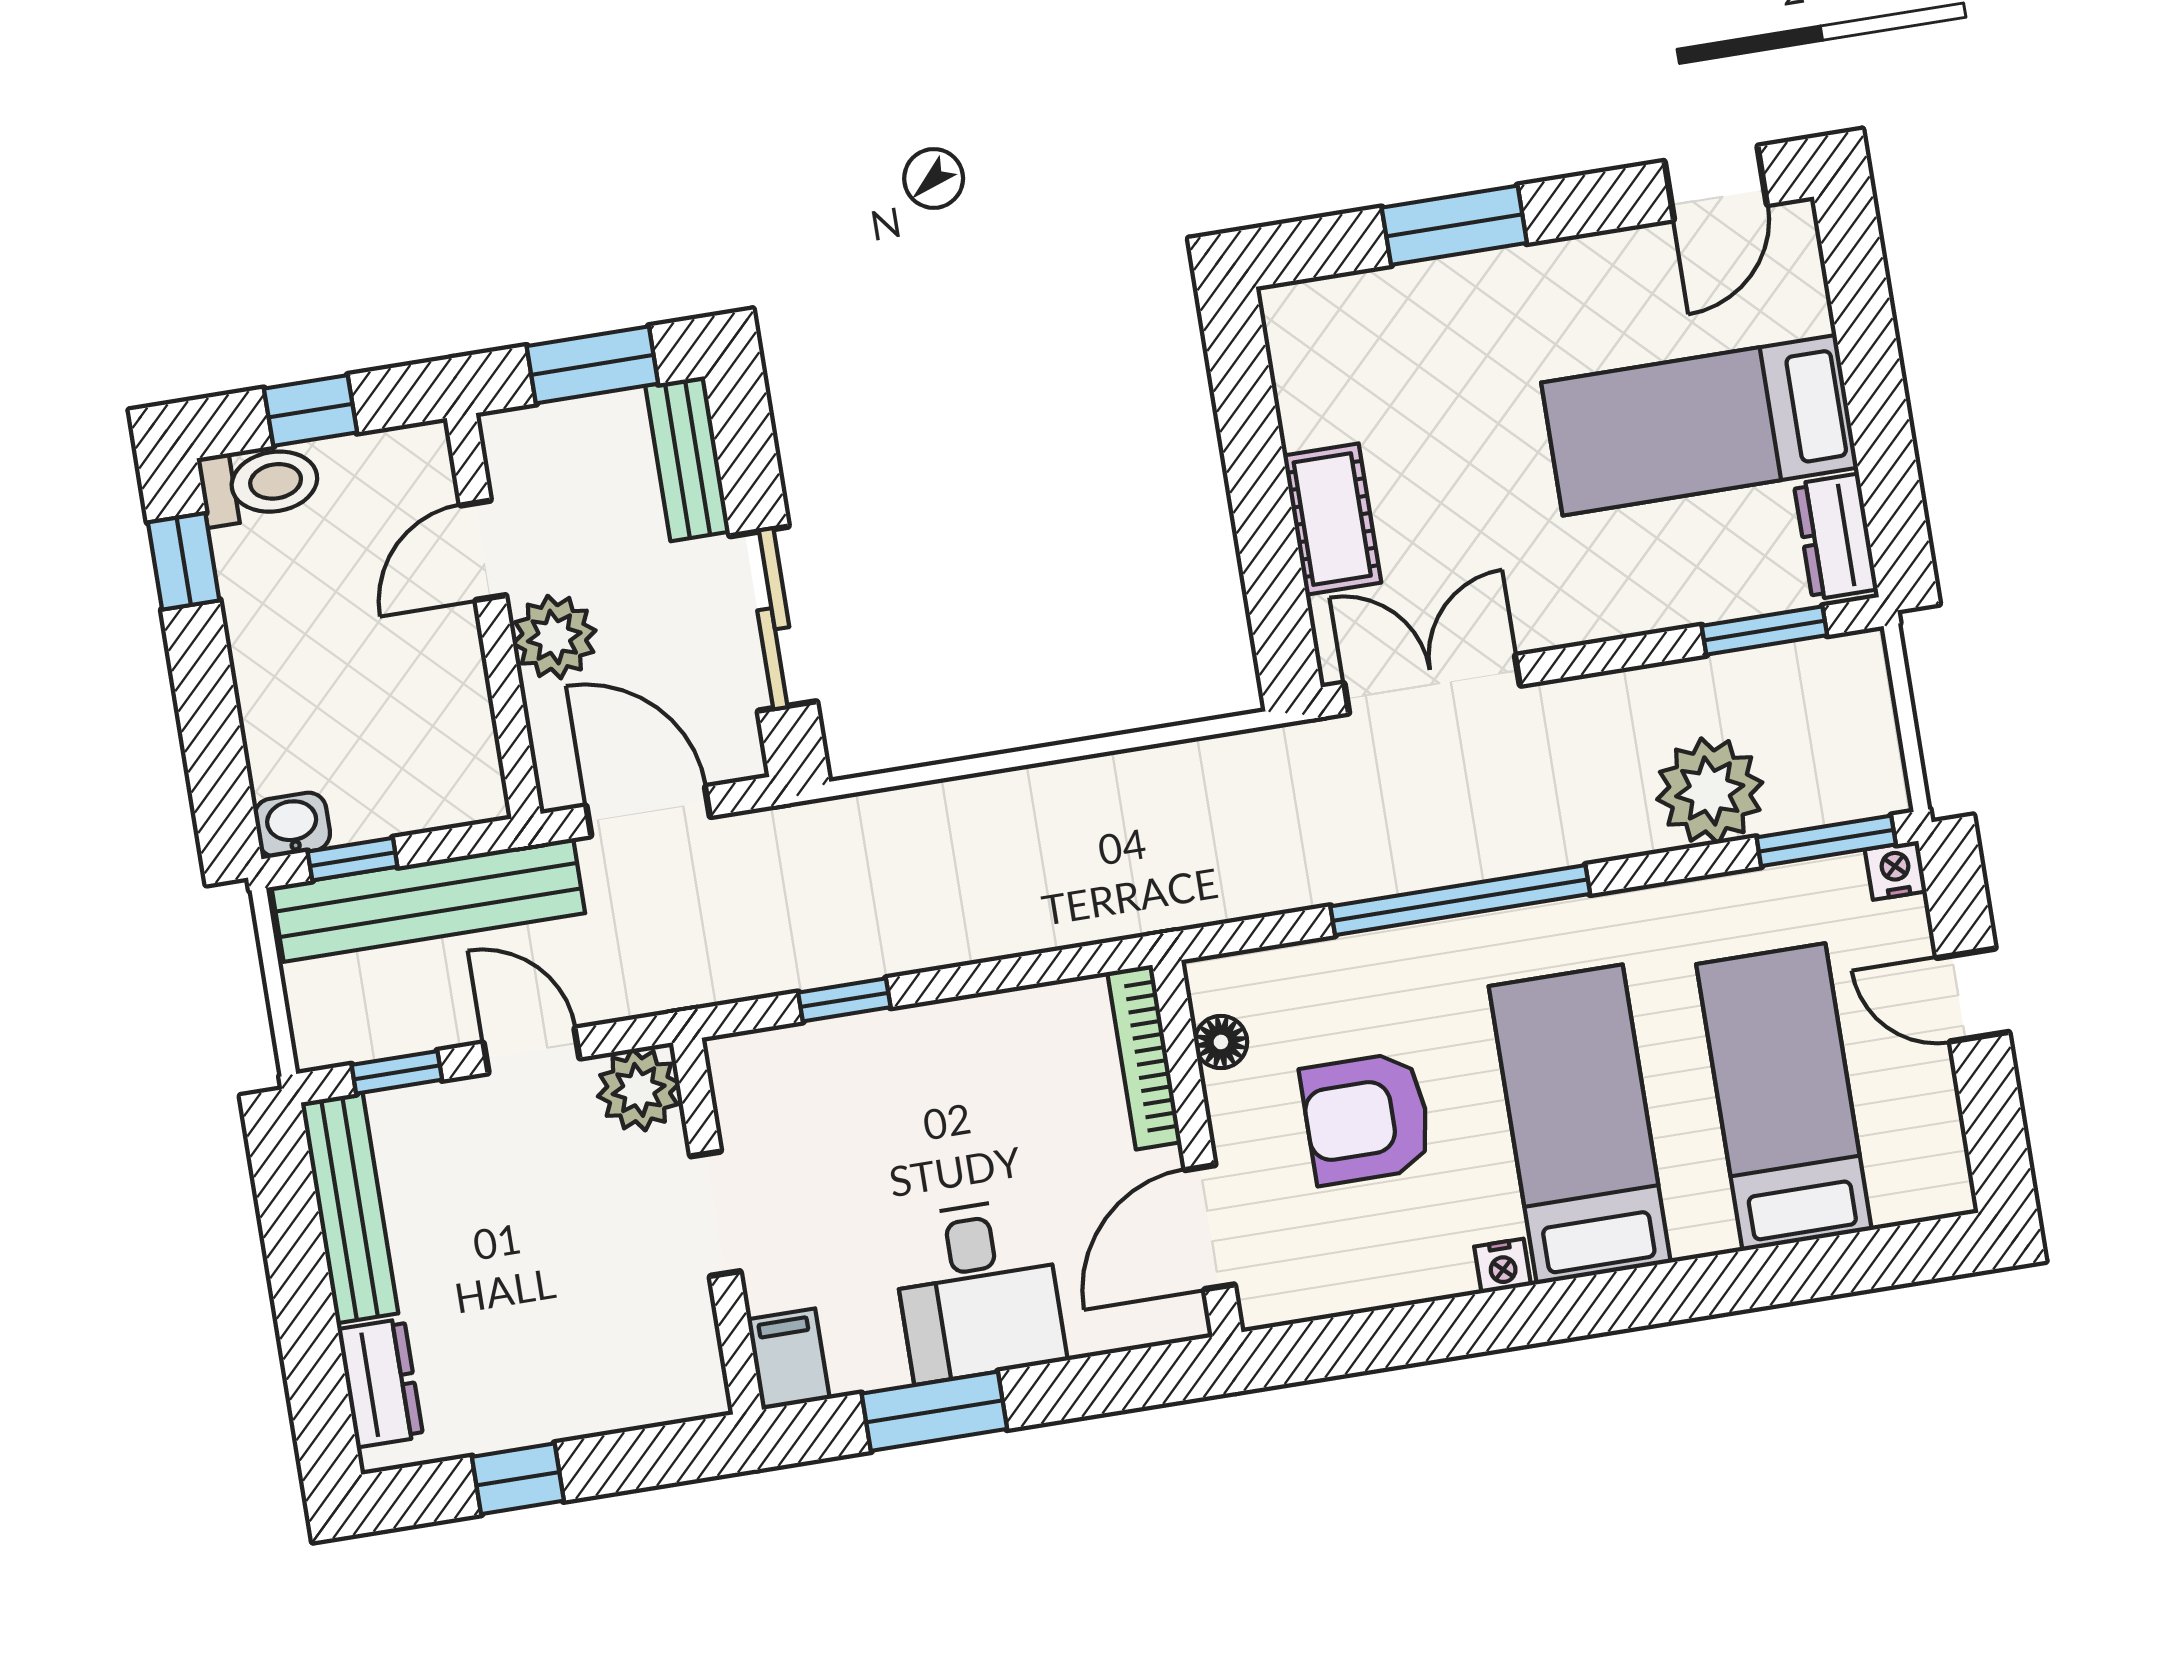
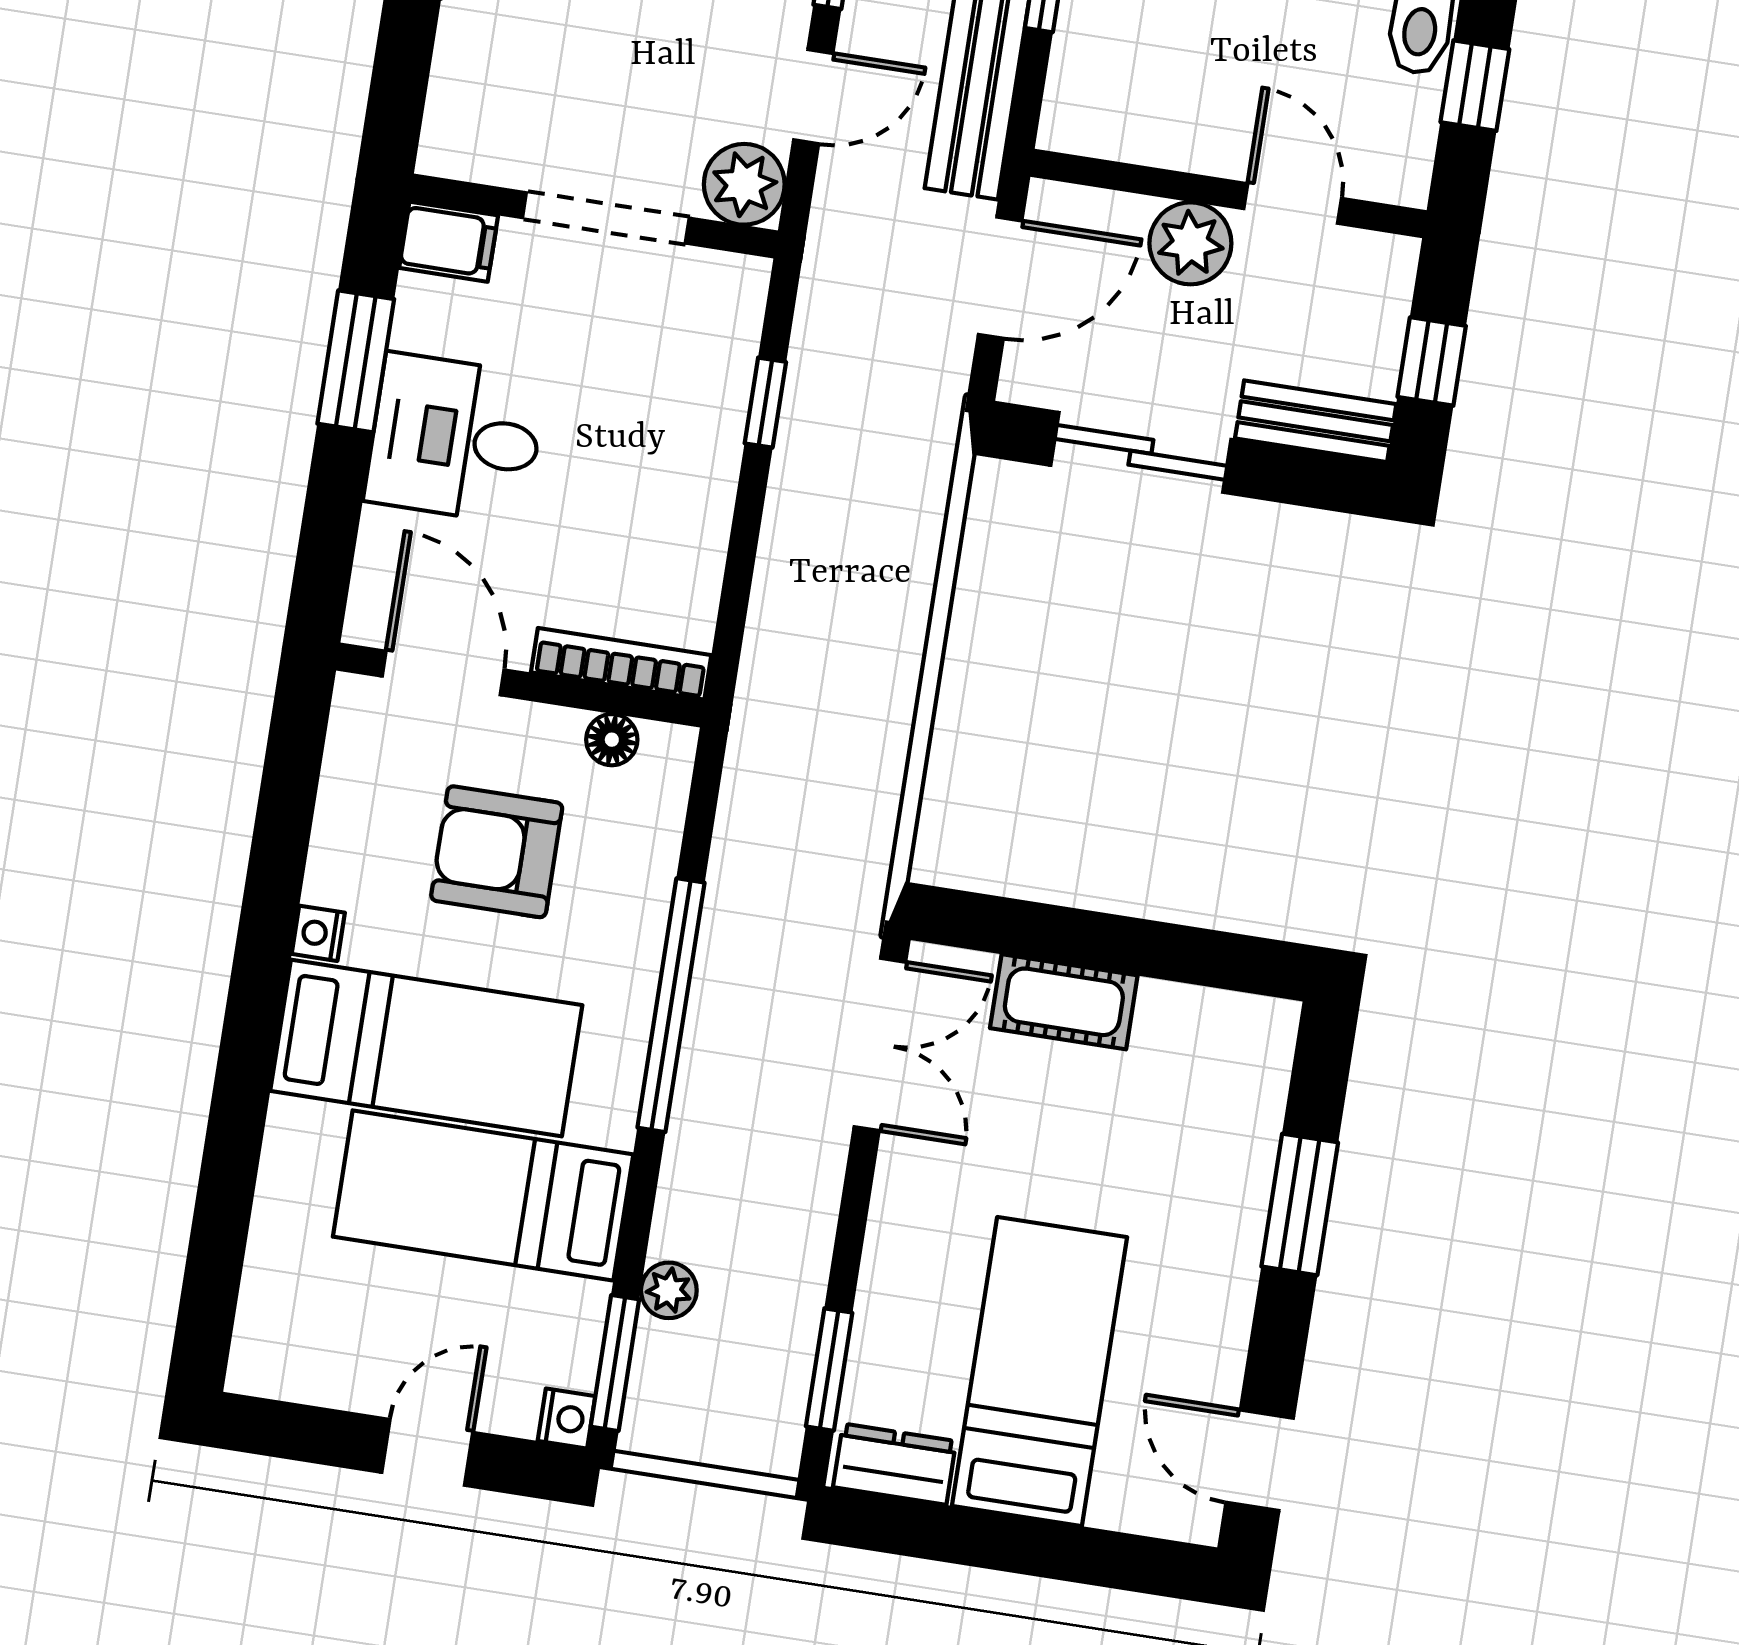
window: (592, 365) -> (1432, 361), width x0.67
plant: (1710, 791) -> (669, 1290), width x0.53, depth x0.53
bed: (1784, 1097) -> (483, 1195), moved, turned 180
armchair: (1367, 1118) -> (497, 852), turned -90
doorway: (715, 1214) -> (606, 218), width x1.38

